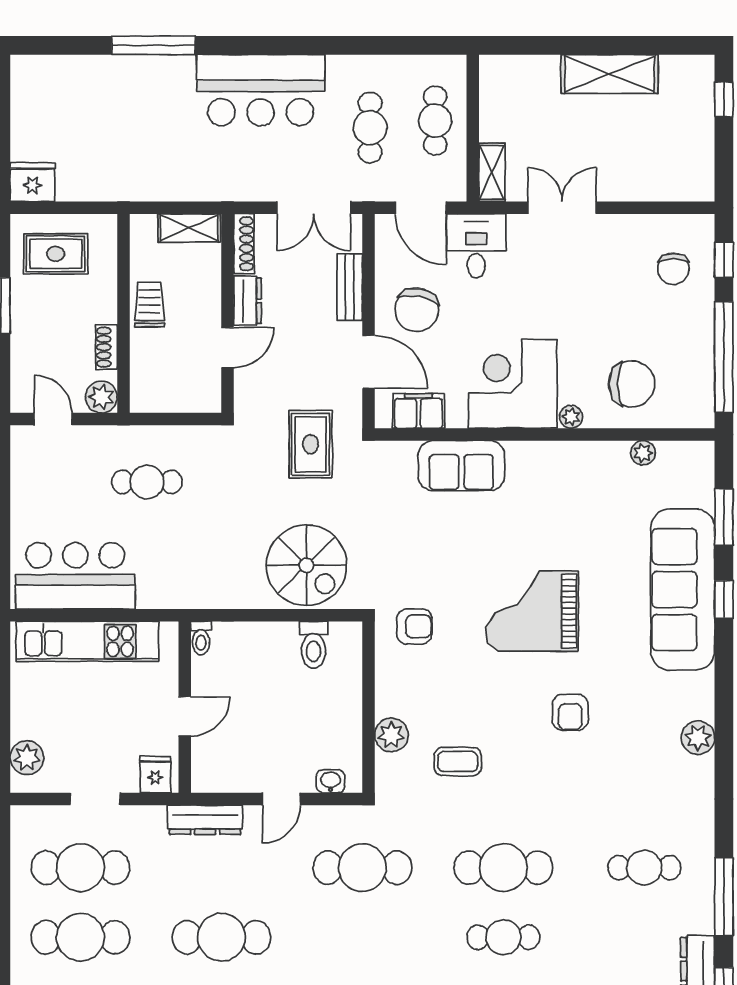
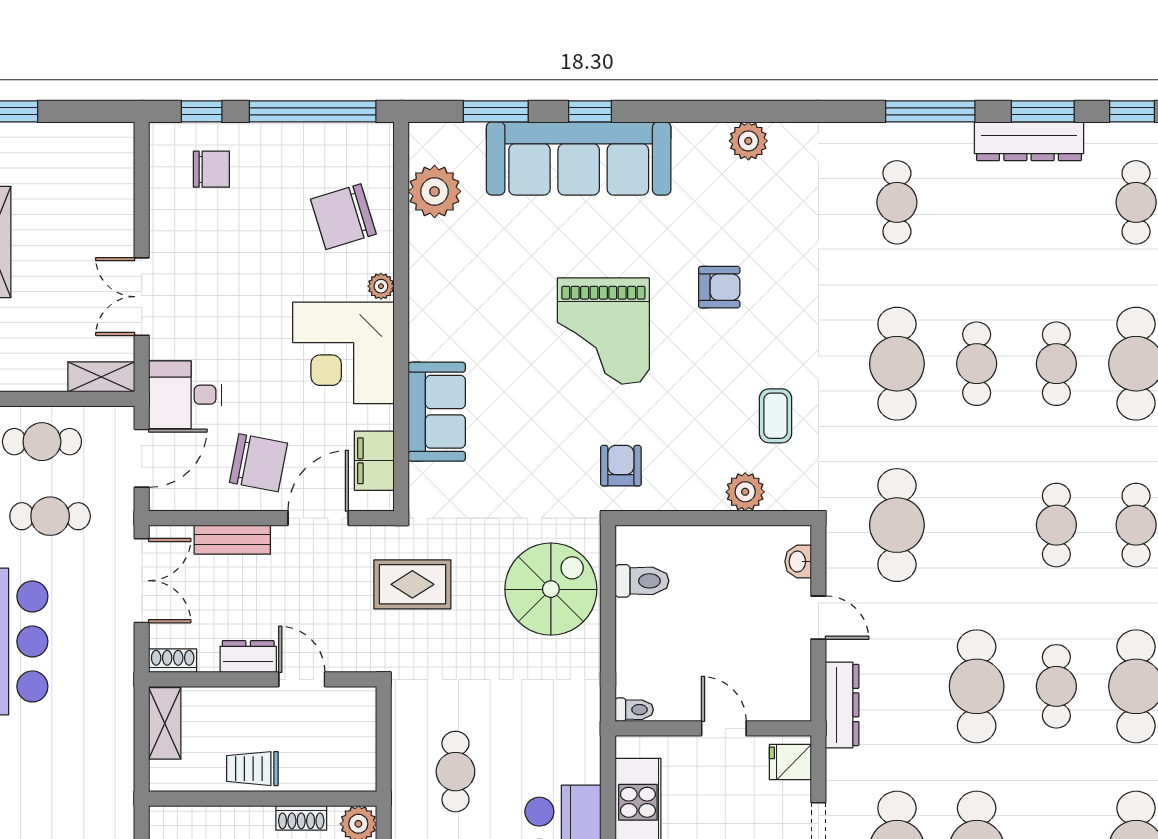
shoe rack: (244, 244) -> (173, 661), width x0.70
chair: (632, 384) -> (343, 217), turned -107
plant: (643, 453) -> (435, 191), width x1.87, depth x1.87

